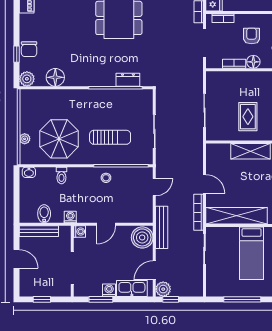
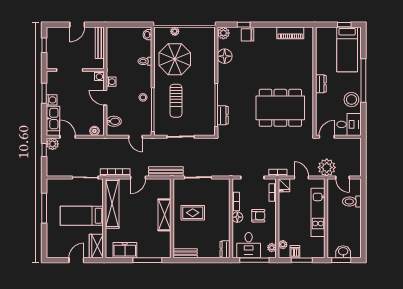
bidet: (44, 214) -> (114, 121), moved
washing machine: (70, 217) -> (111, 82), moved
bench: (162, 227) -> (166, 171), moved
boiler: (142, 237) -> (94, 131), width x0.54, depth x0.54

